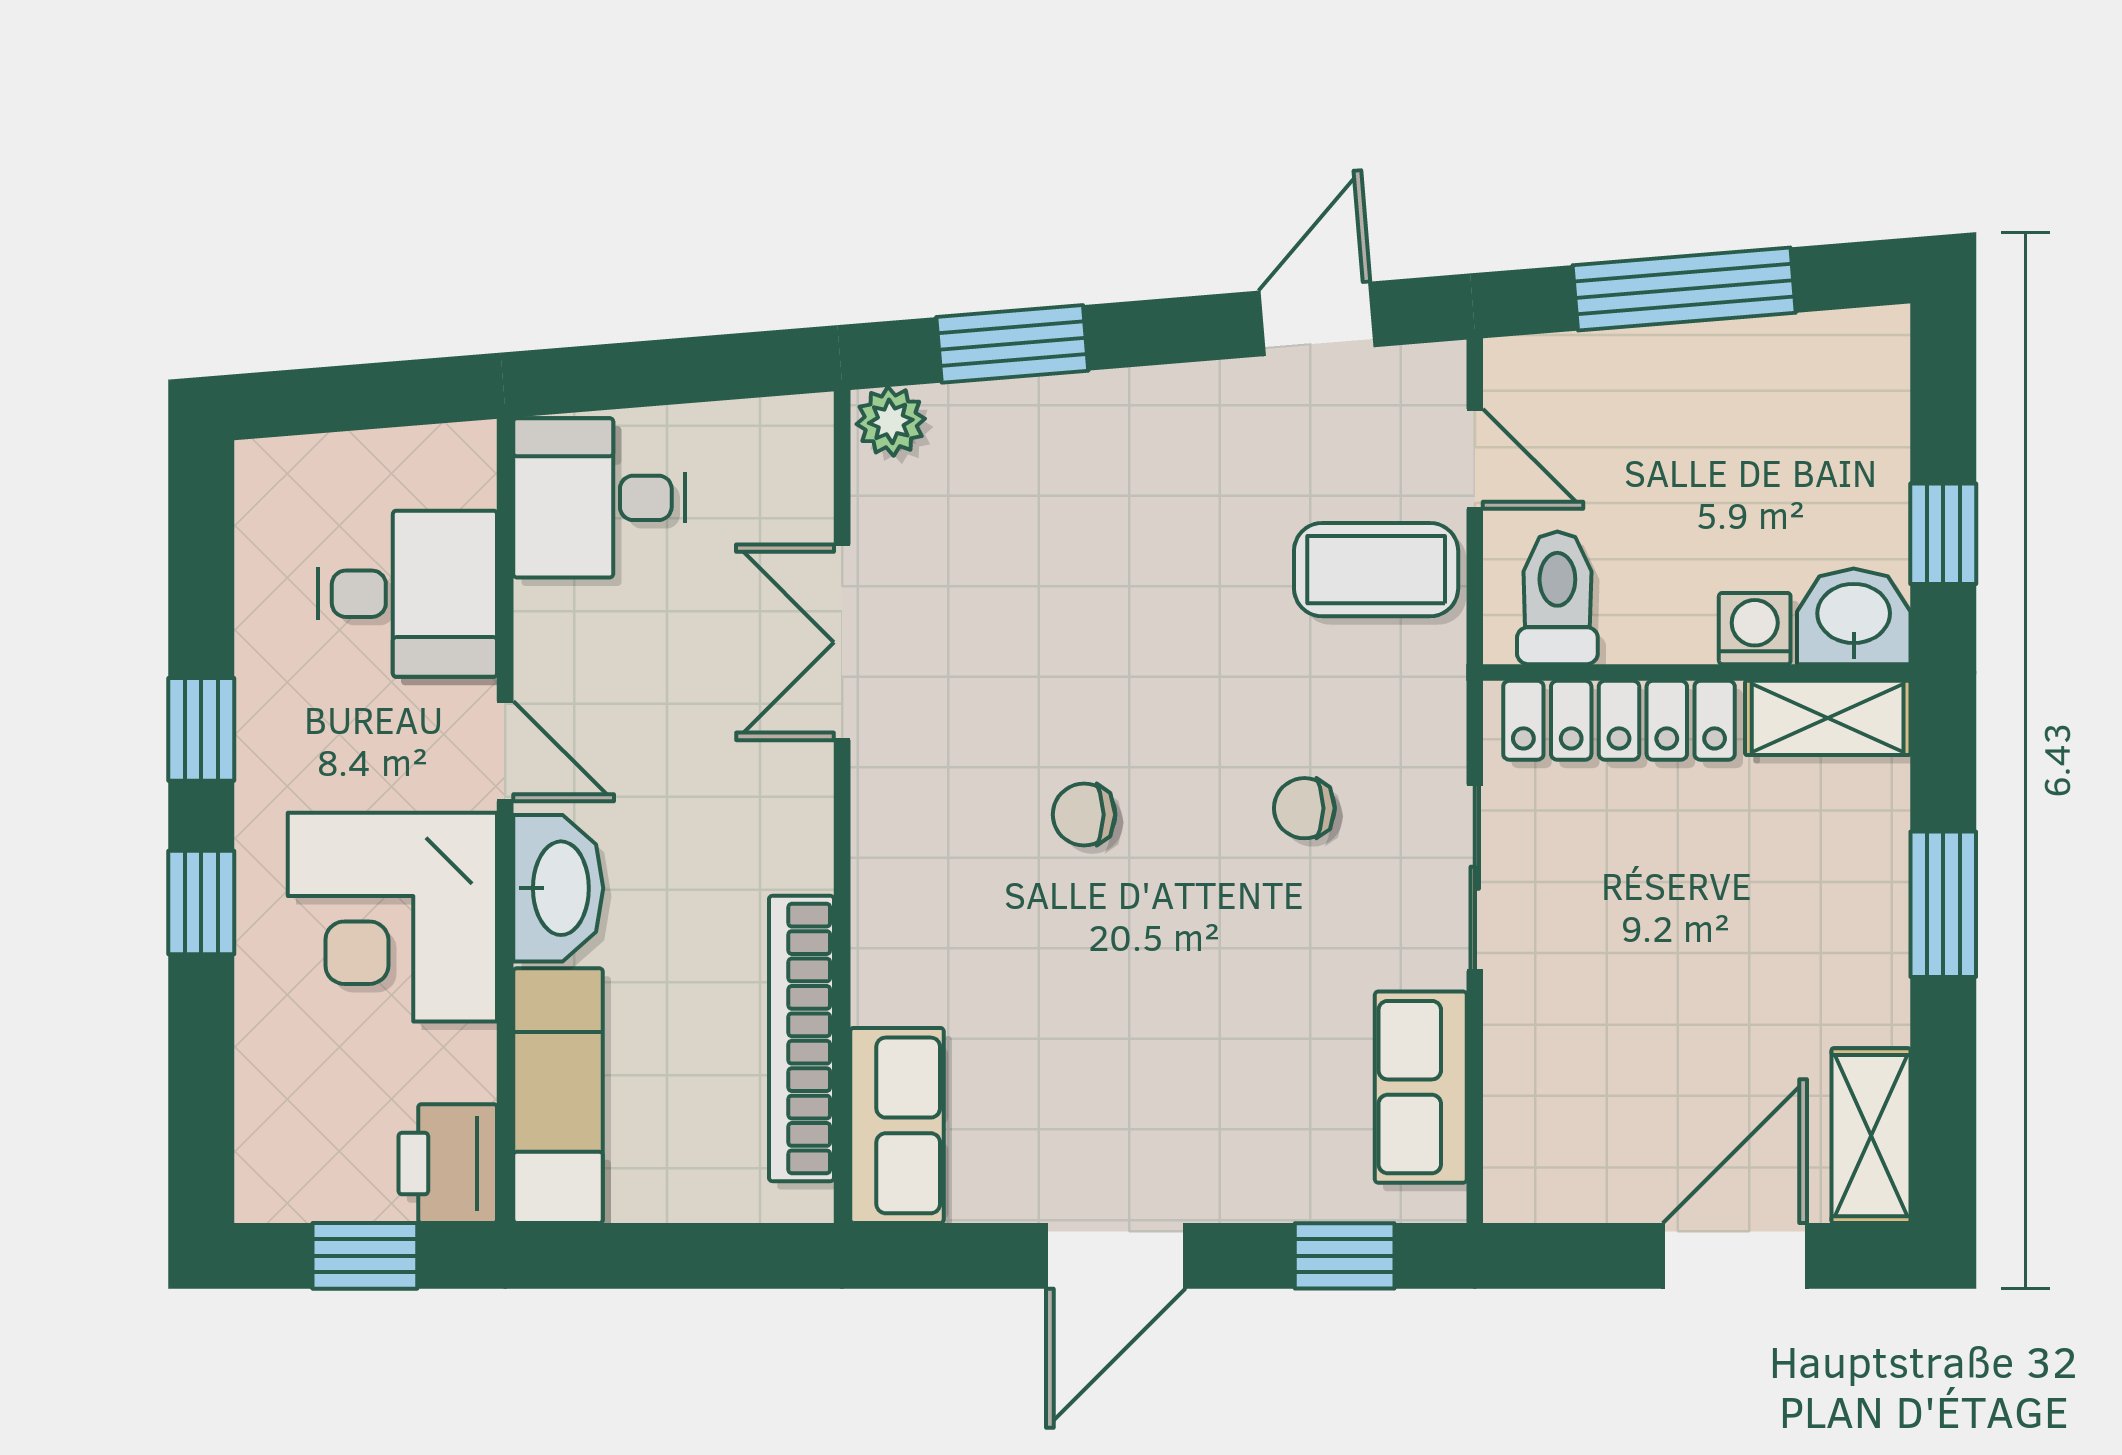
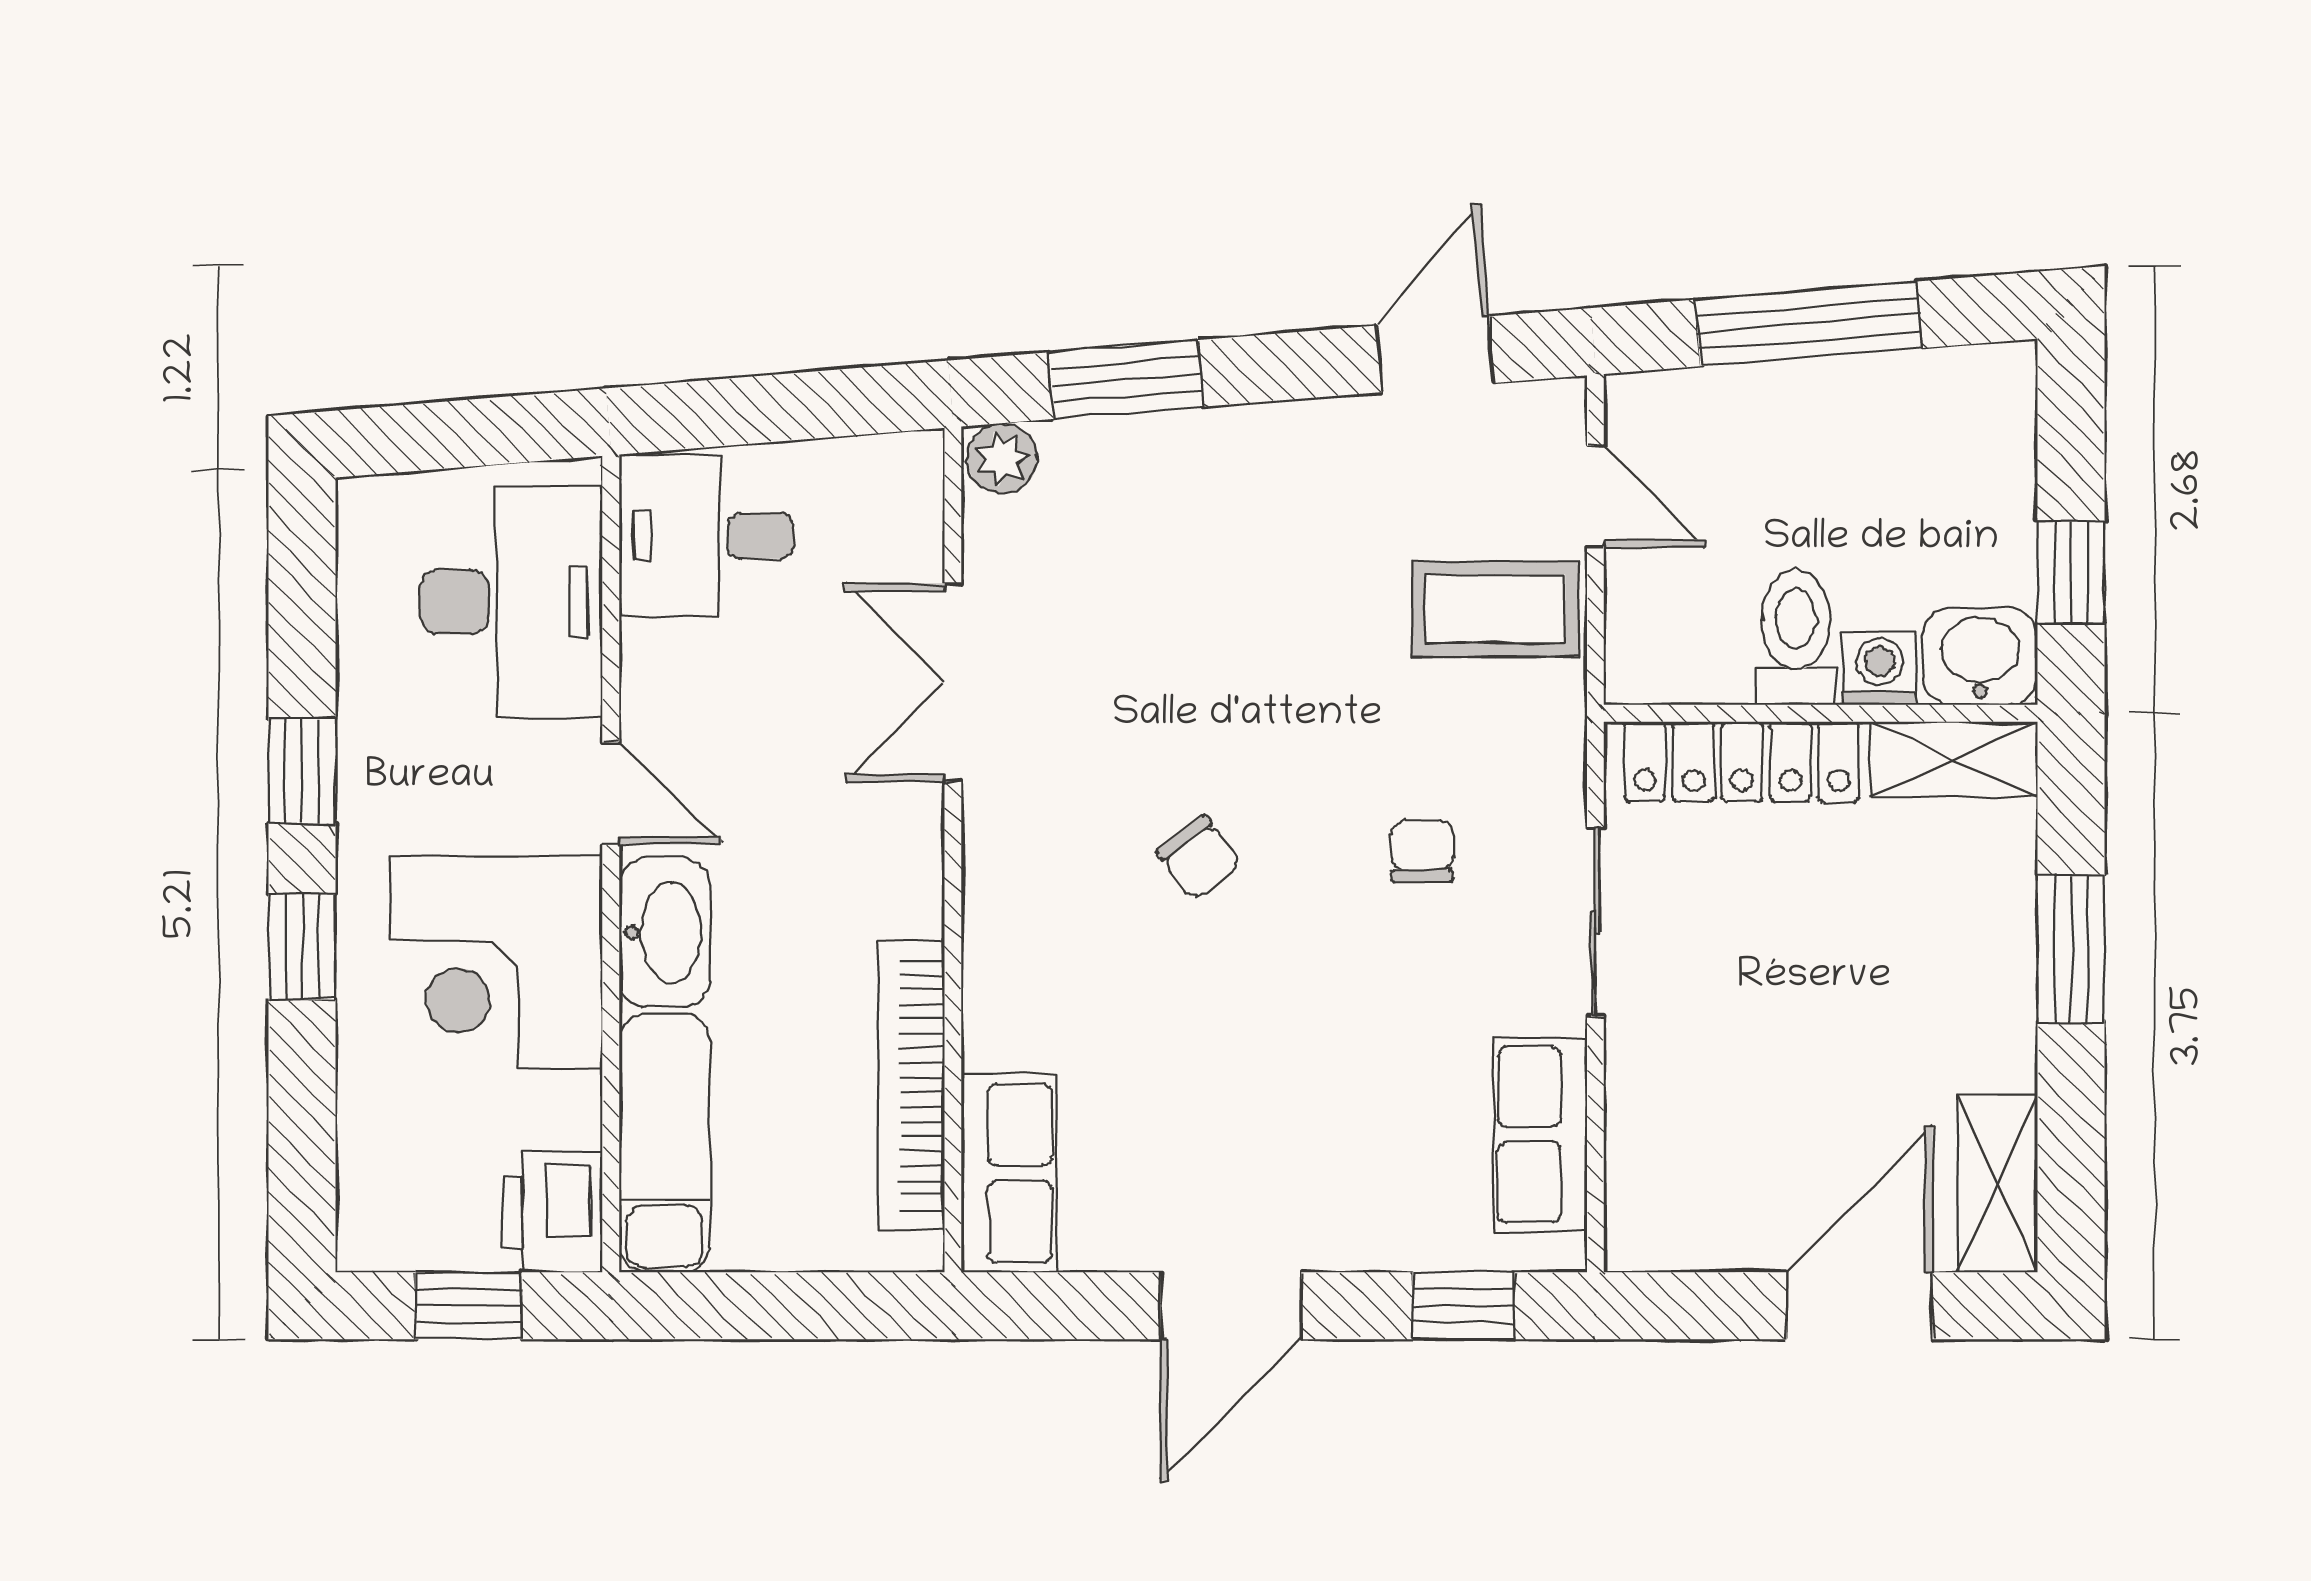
desk: (407, 594) -> (511, 602), width x1.37
toilet: (1557, 598) -> (1796, 638), moved
chair: (1304, 808) -> (1422, 851), turned 90
chair: (1084, 815) -> (1199, 858), turned -127

